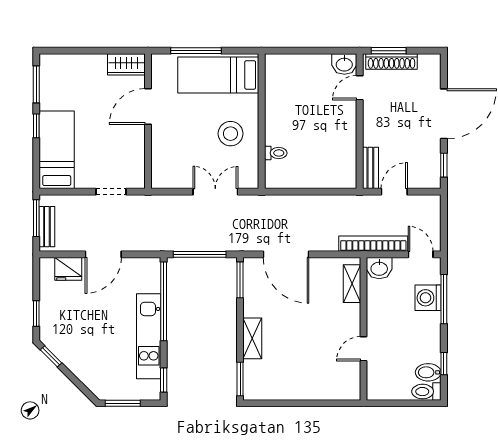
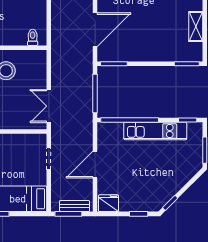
toilet: (276, 153) -> (33, 37), moved
double door: (215, 192) -> (49, 106), moved
door: (103, 254) -> (95, 165), swing flipped
fridge: (68, 269) -> (108, 203), moved, turned -90
shelving: (252, 338) -> (196, 27), moved, turned 90

